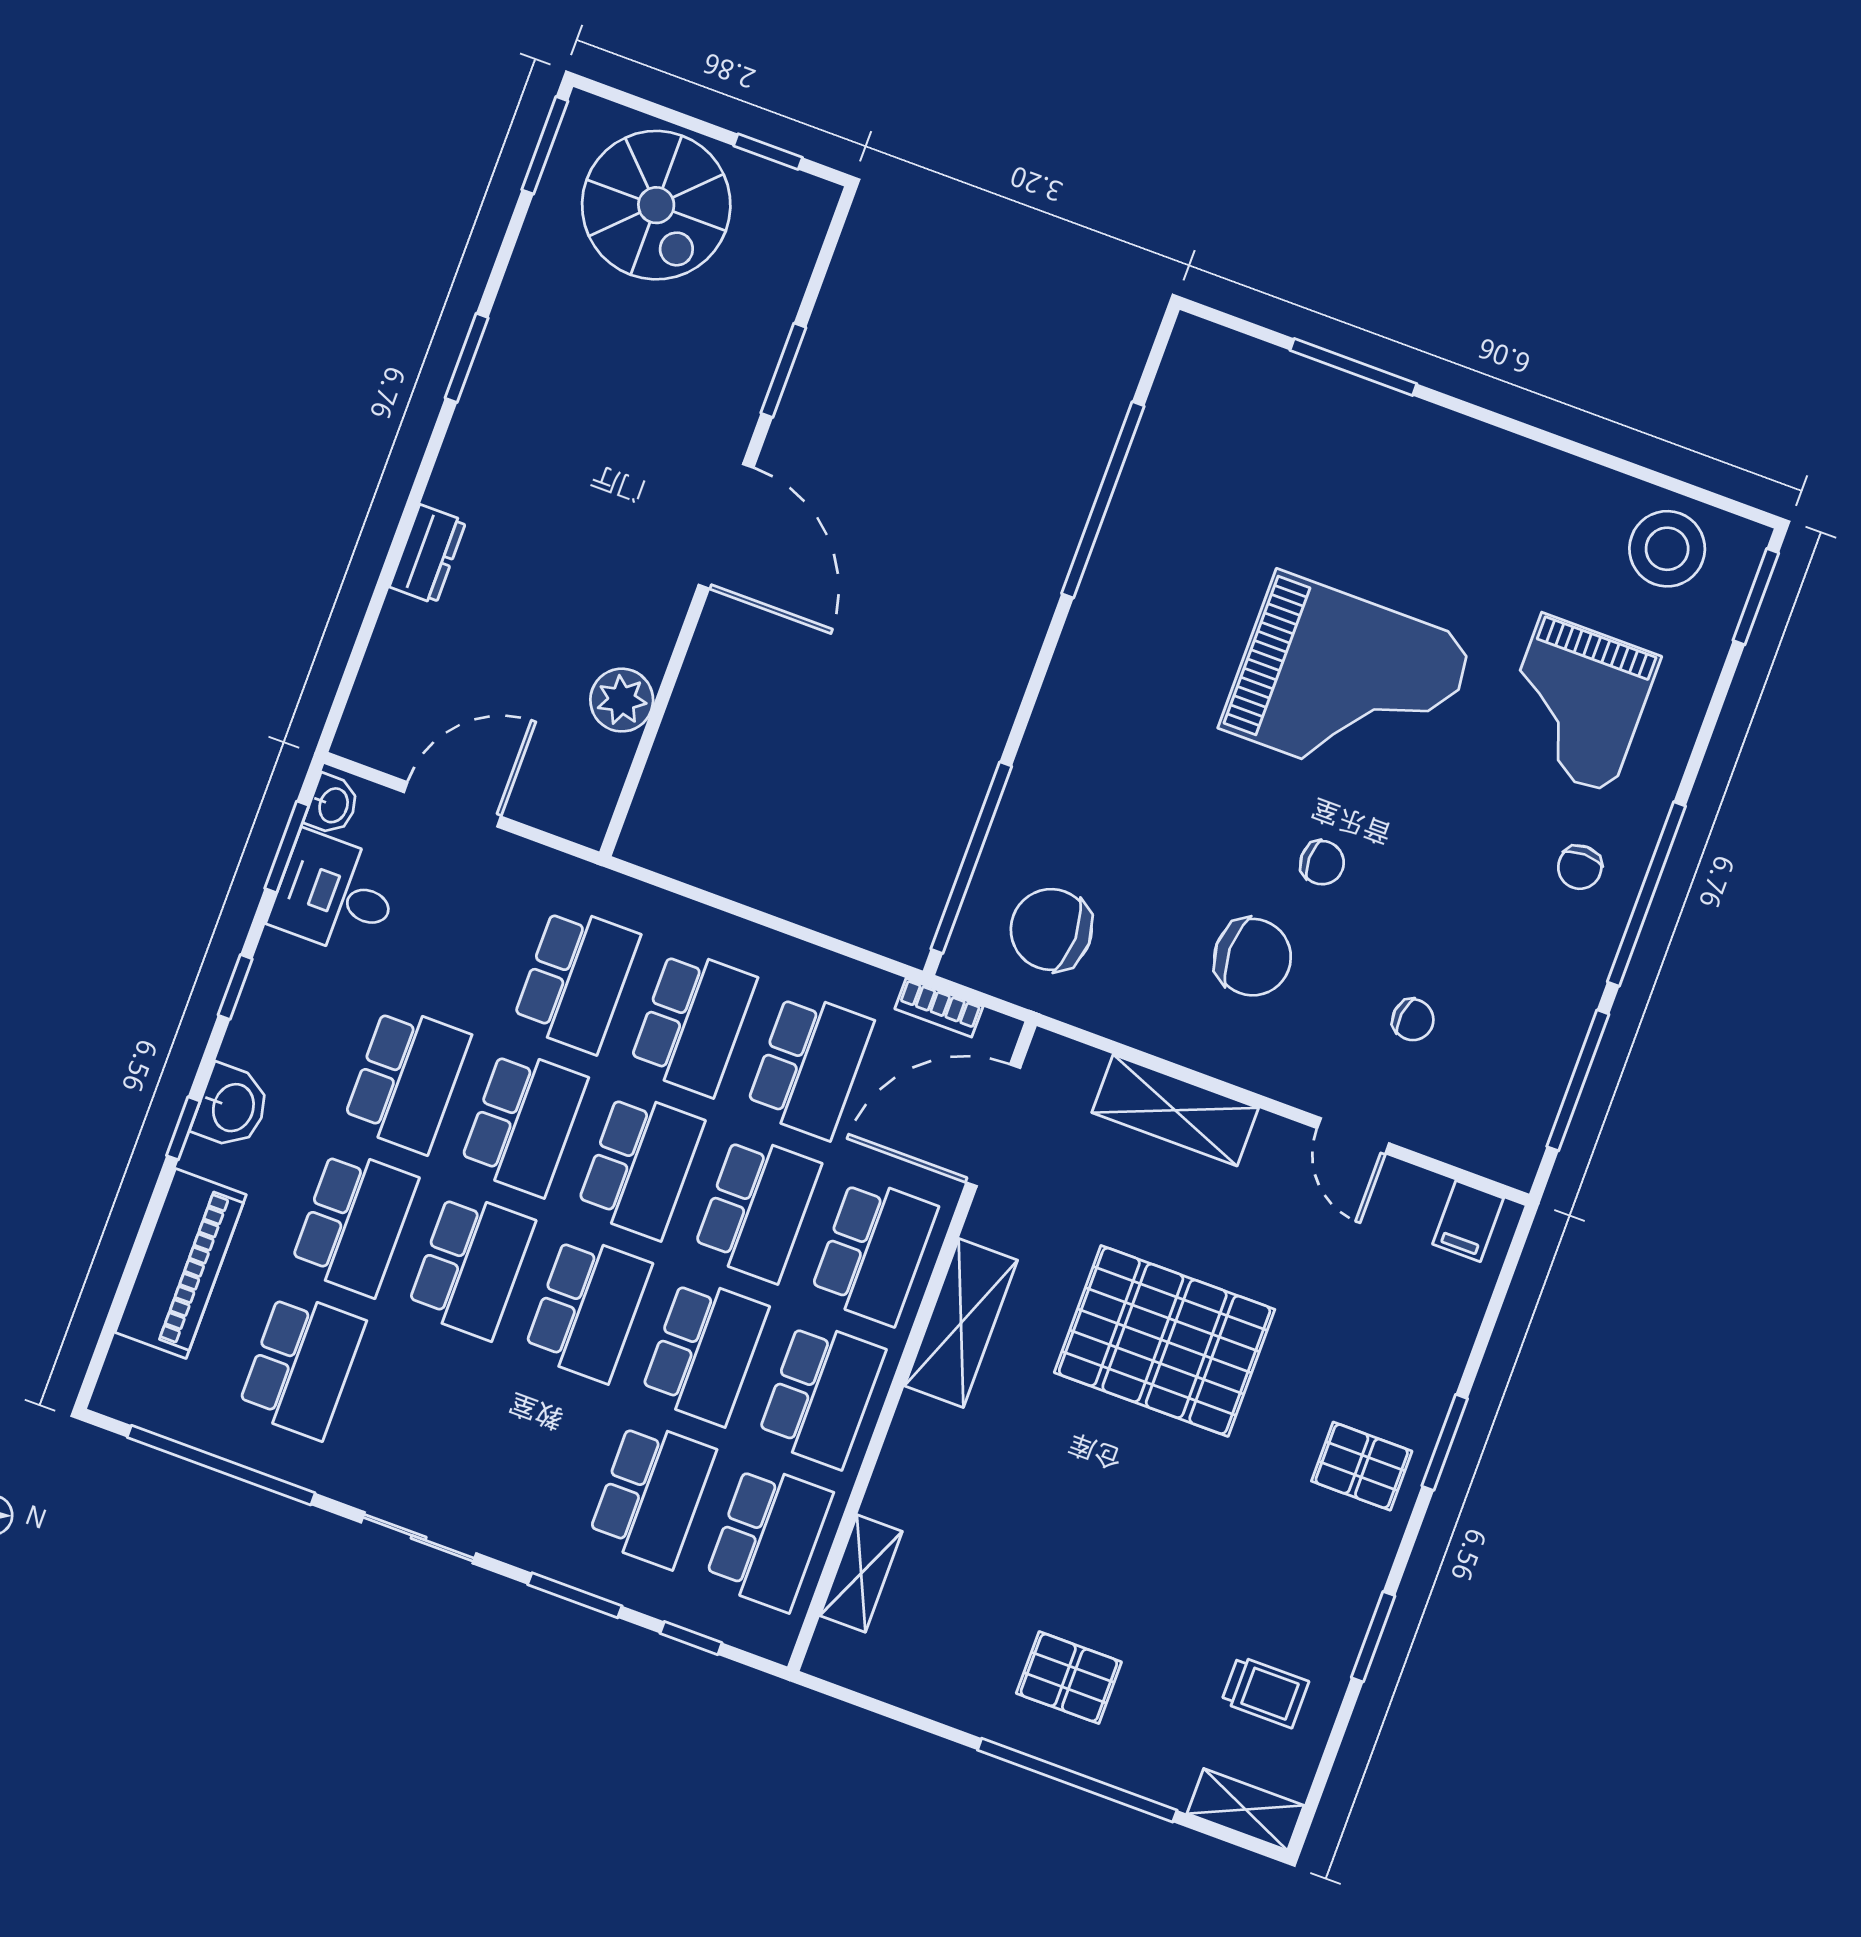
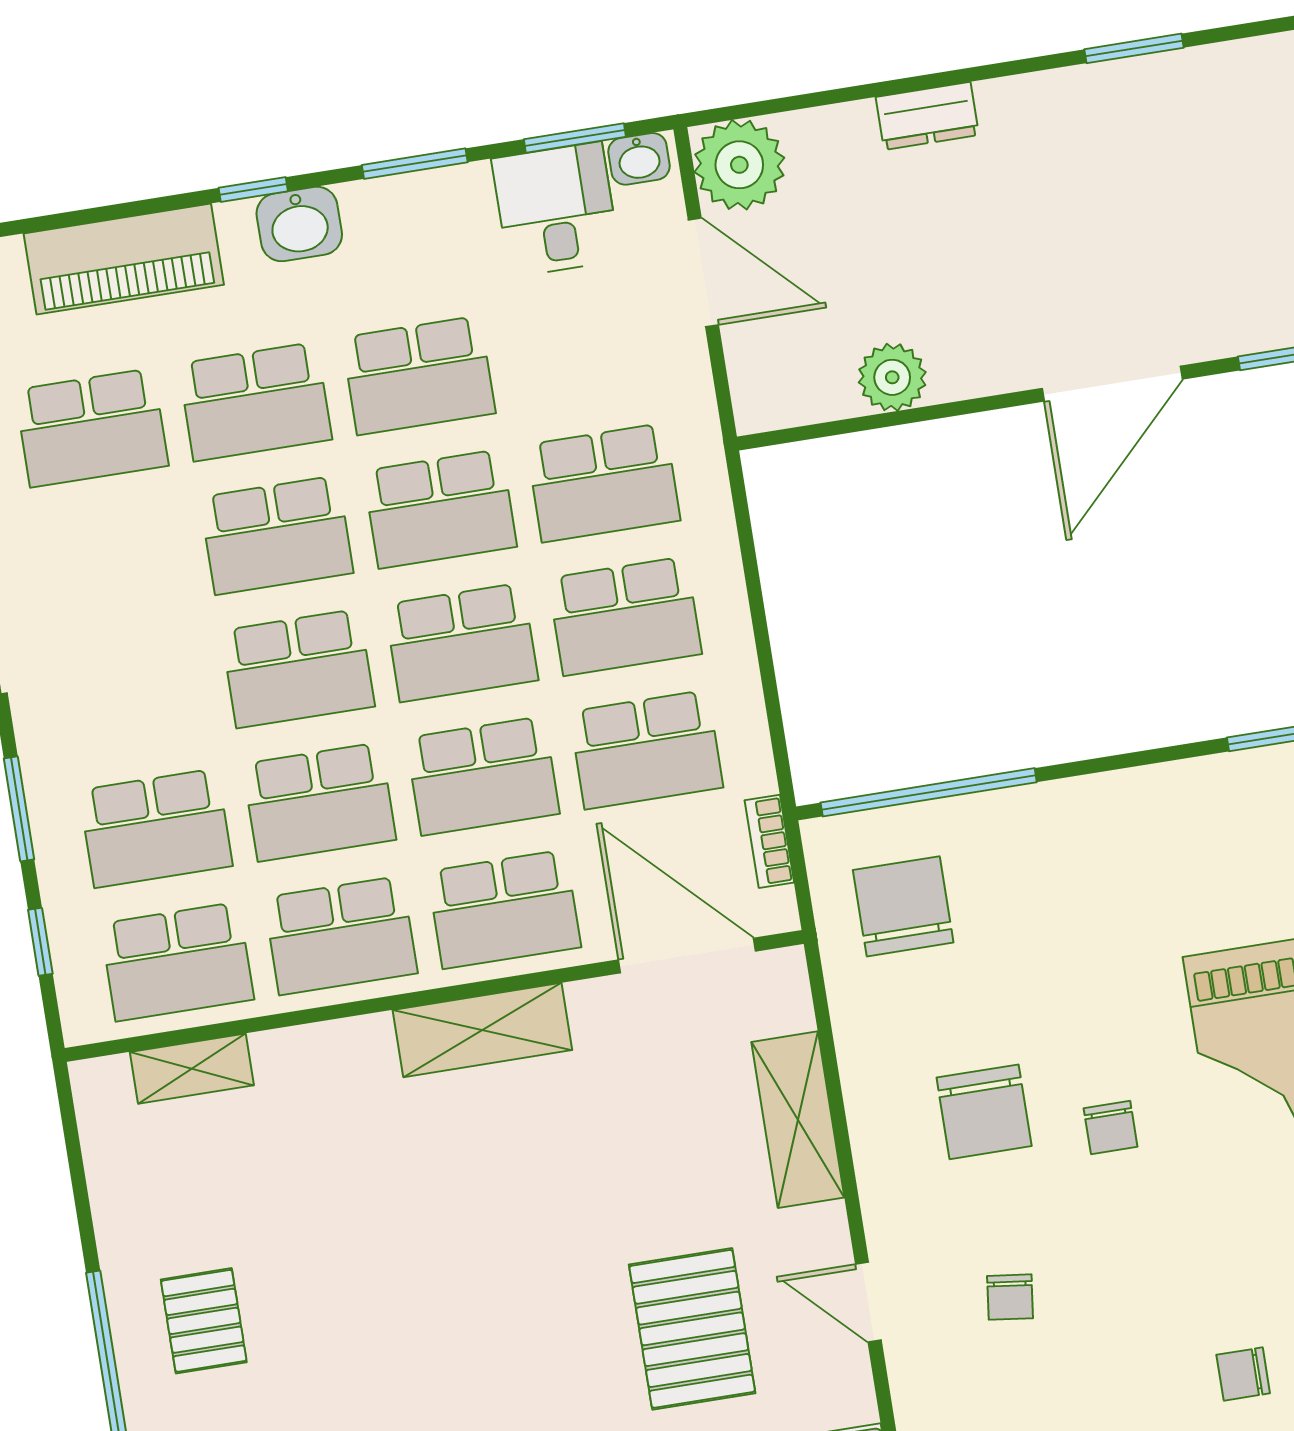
plant: (382, 727) -> (739, 165), added
window: (235, 987) -> (415, 164), width x1.50
door: (1353, 1136) -> (868, 1302), hinge flipped
pallet: (1165, 1341) -> (692, 1329), moved, width x0.73, depth x0.71

